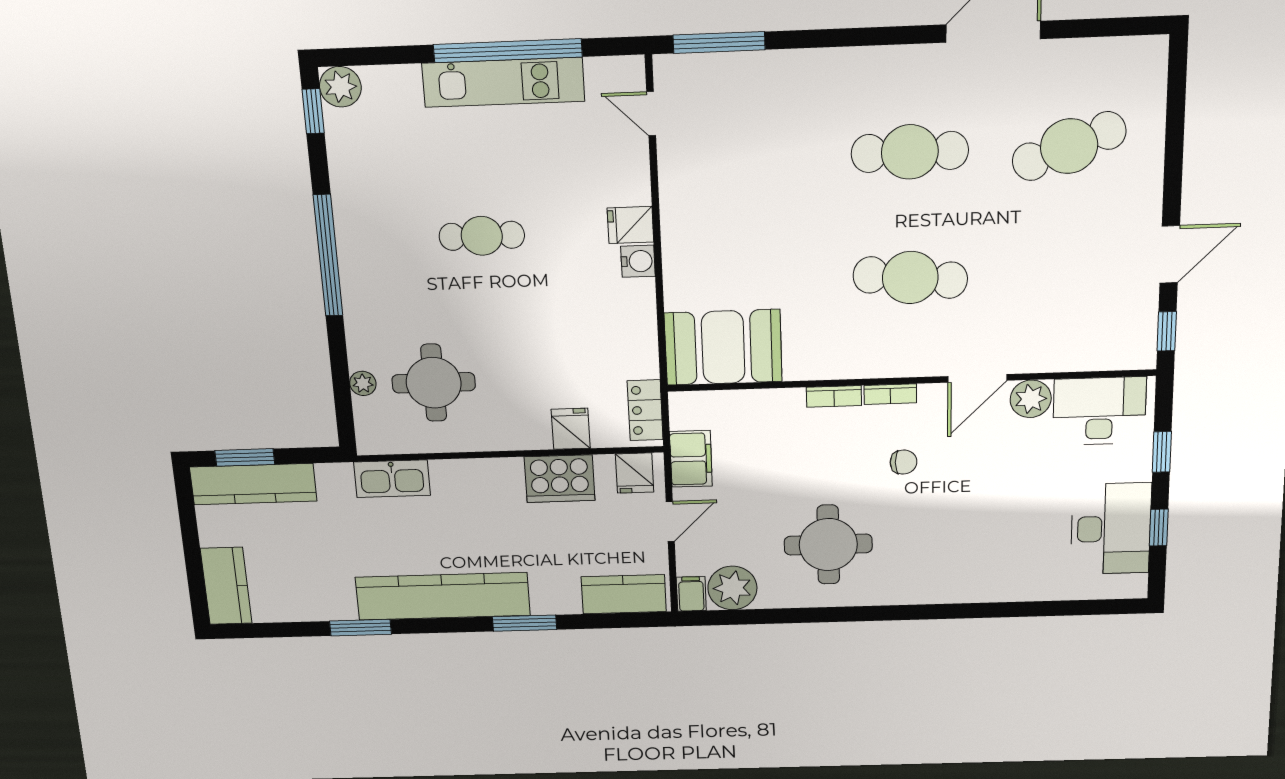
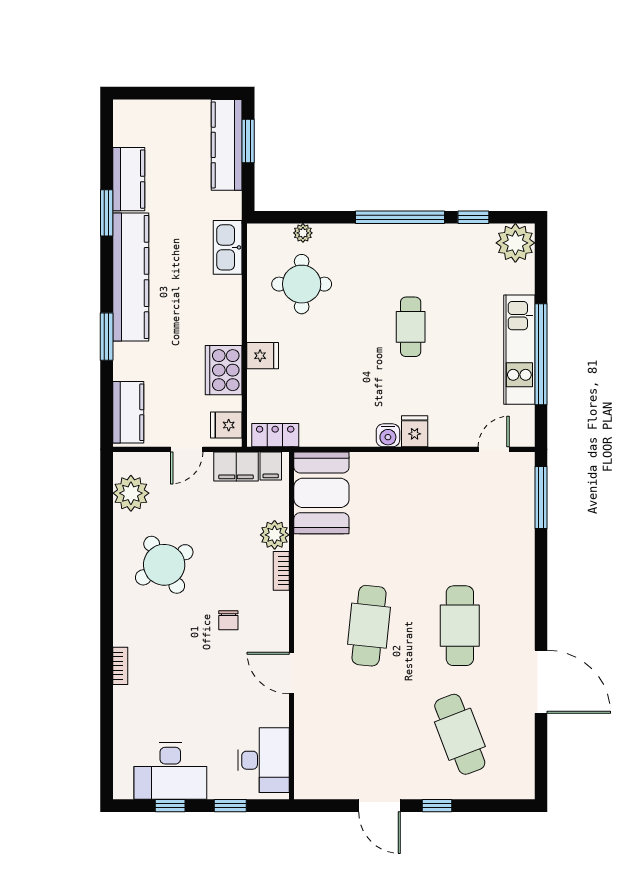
plant: (340, 87) -> (515, 243), width x1.36, depth x1.36
window: (313, 111) -> (473, 217), moved
window: (1167, 331) -> (437, 806), moved
bookcase: (890, 394) -> (120, 666), moved, turned 180
plant: (1031, 399) -> (275, 535), moved
fridge: (571, 429) -> (263, 356), moved
door: (670, 521) -> (187, 449), hinge flipped
round table: (828, 545) -> (164, 565), turned -31
kitchen counter: (226, 586) -> (129, 179), moved, turned -90
filing cabinet: (691, 594) -> (271, 466), moved, turned 90

